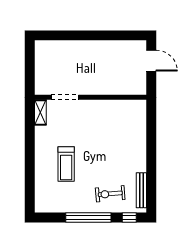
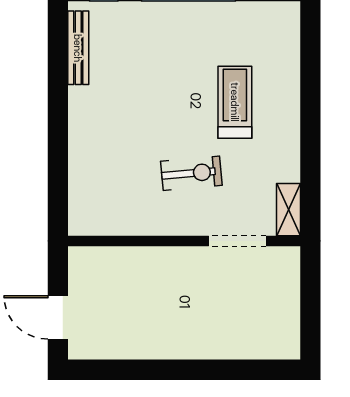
exercise bike: (110, 194) -> (191, 173), moved

